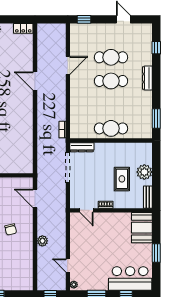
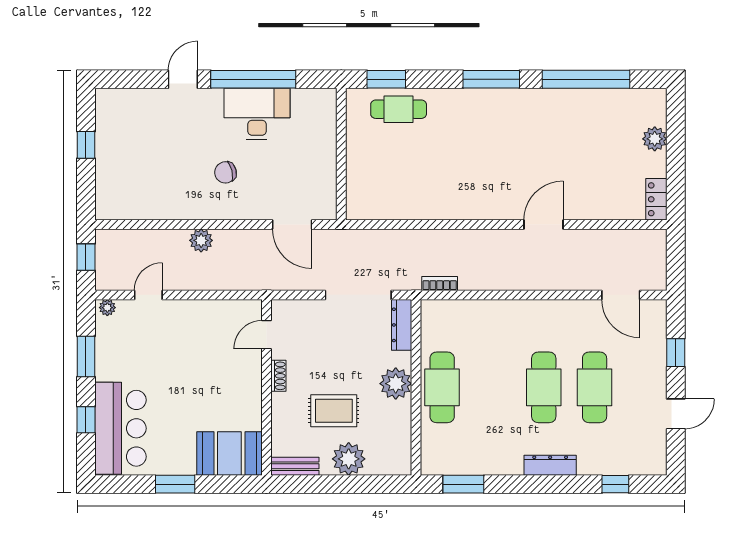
window: (84, 19) -> (676, 353), moved
door: (68, 65) -> (621, 295), moved
plant: (109, 150) -> (396, 384), added
door: (35, 198) -> (292, 225), swing flipped

